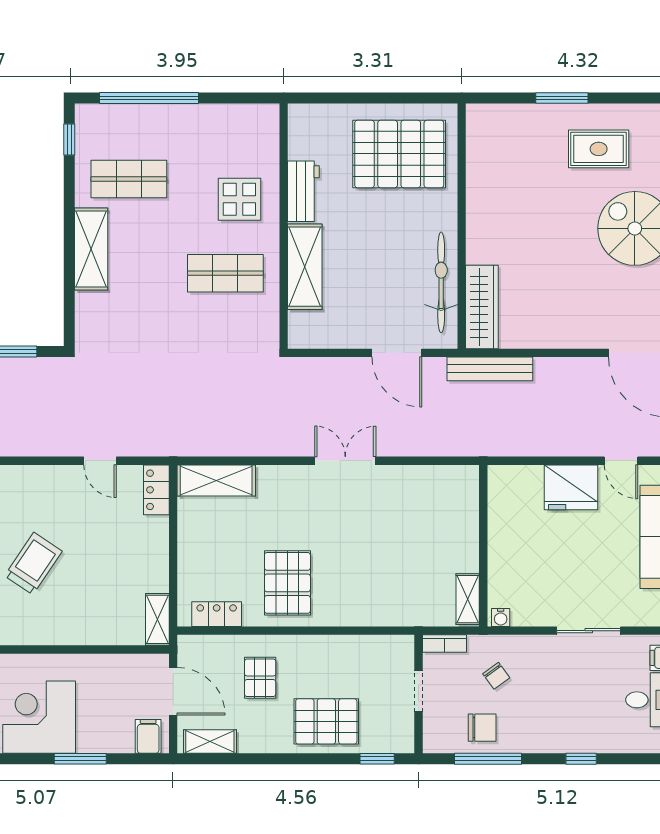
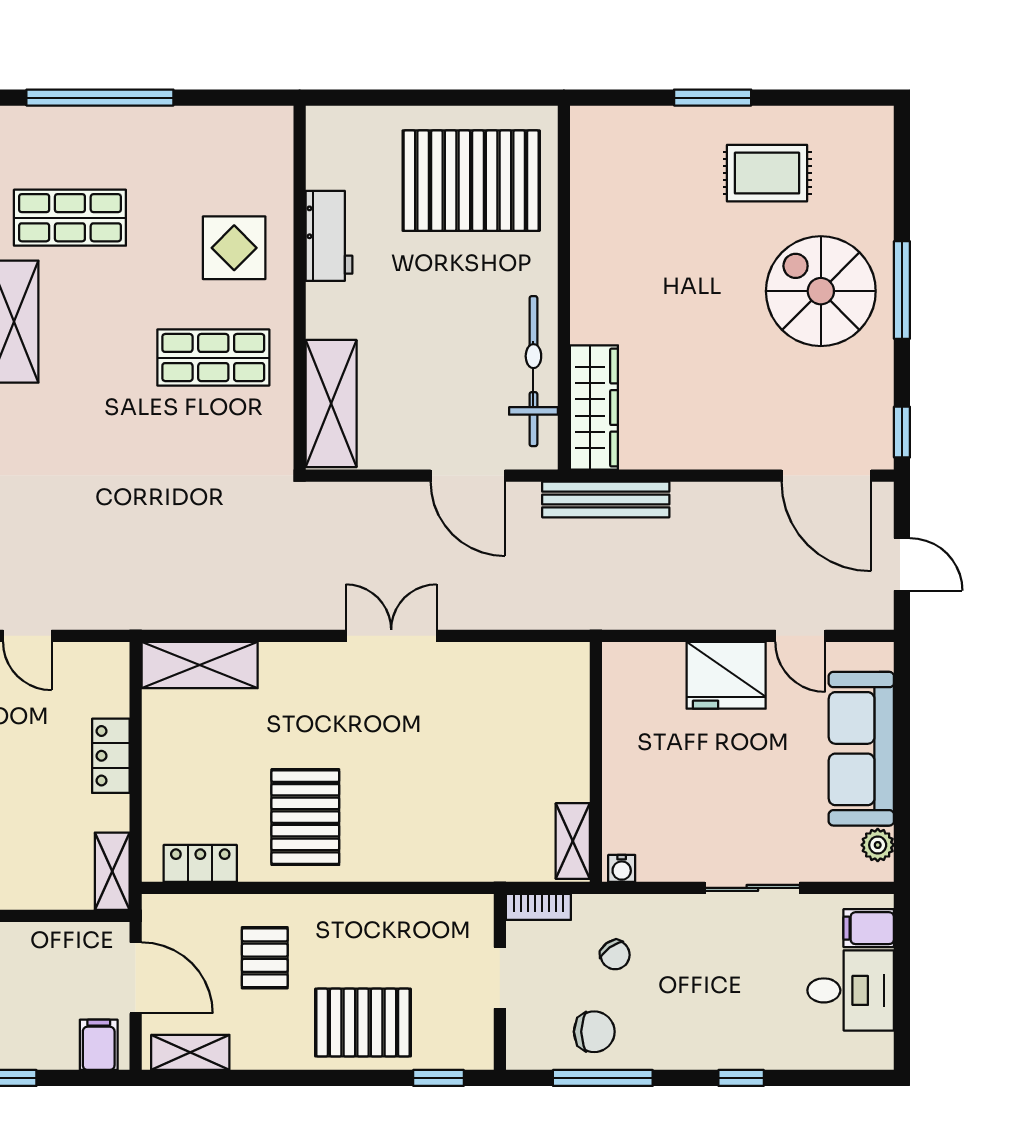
shelving: (305, 267) -> (331, 404), moved
locker: (156, 490) -> (111, 756), moved

